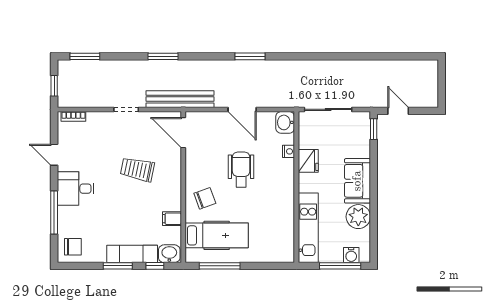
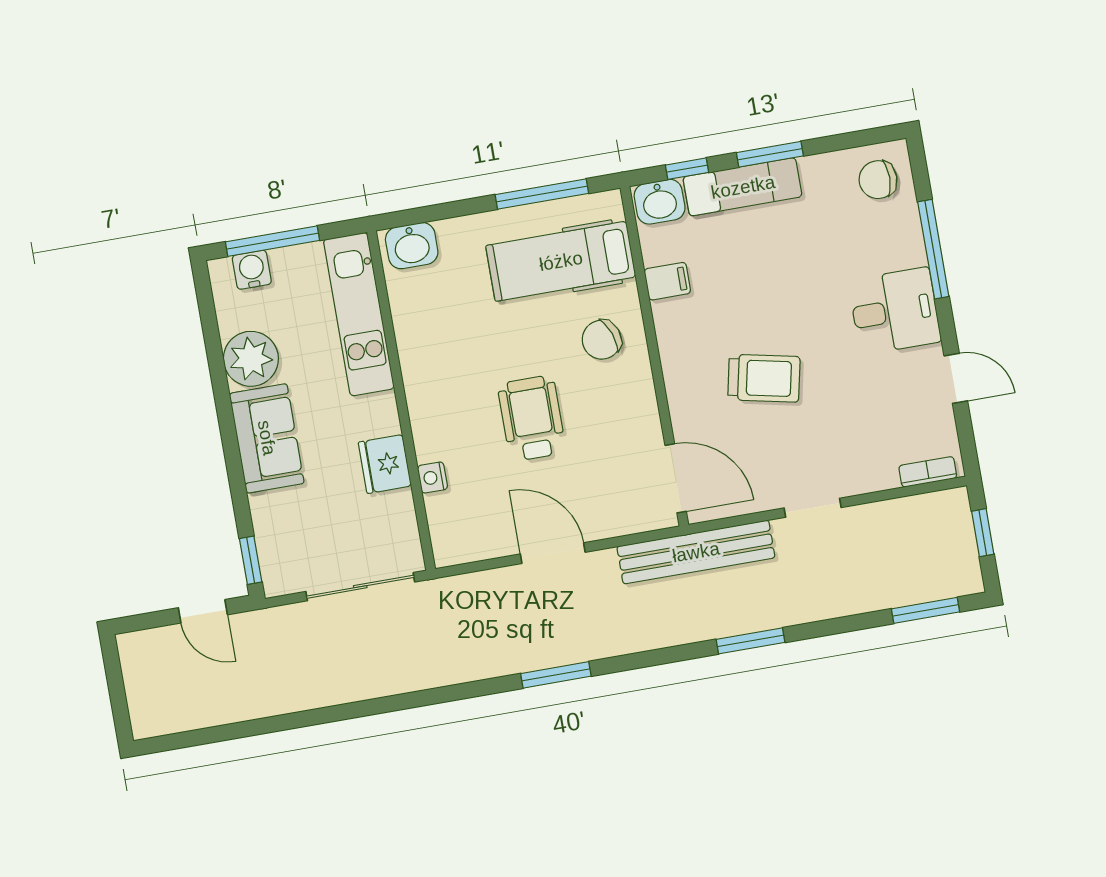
washbasin: (285, 122) -> (412, 246), moved, turned 90
wheelchair: (241, 170) -> (532, 418), turned 180

